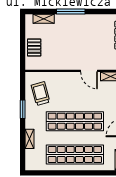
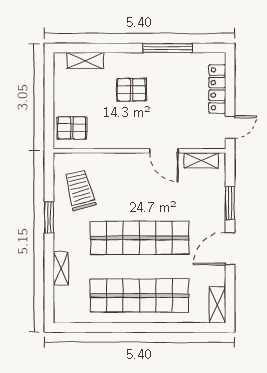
window: (71, 11) -> (168, 48), moved
pallet: (70, 36) -> (131, 90), added
pallet: (34, 48) -> (72, 128), moved, turned 90

